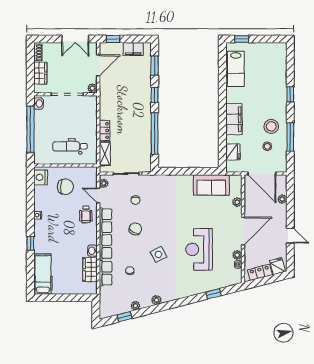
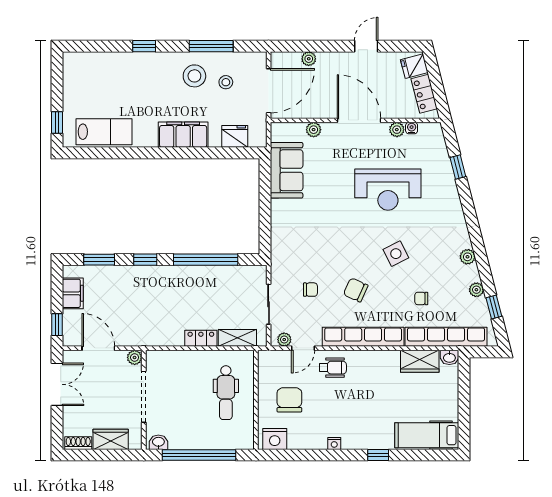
washbasin: (92, 251) -> (449, 357), moved
row of seats: (106, 273) -> (446, 337), width x2.02

